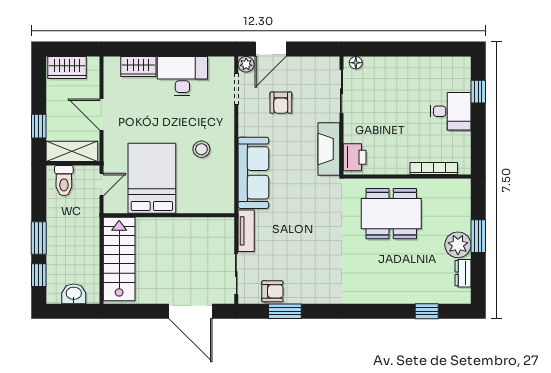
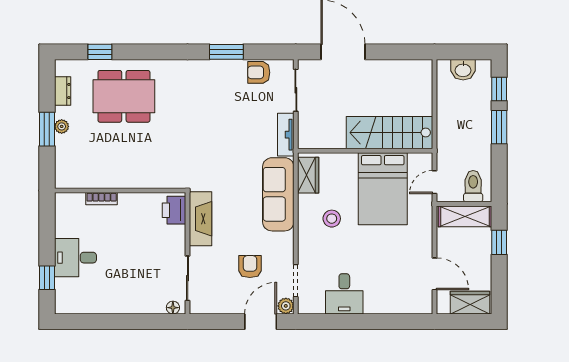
wardrobe: (138, 67) -> (308, 175), moved, turned 90
desk: (182, 76) -> (344, 294), width x0.73
door: (101, 114) -> (435, 274), moved
bookcase: (434, 169) -> (102, 199), width x0.64
dining table: (391, 214) -> (124, 96), moved
plant: (458, 245) -> (62, 126), width x0.53, depth x0.53
stairs: (119, 259) -> (390, 133), moved, turned 90
window: (285, 311) -> (226, 52), moved

